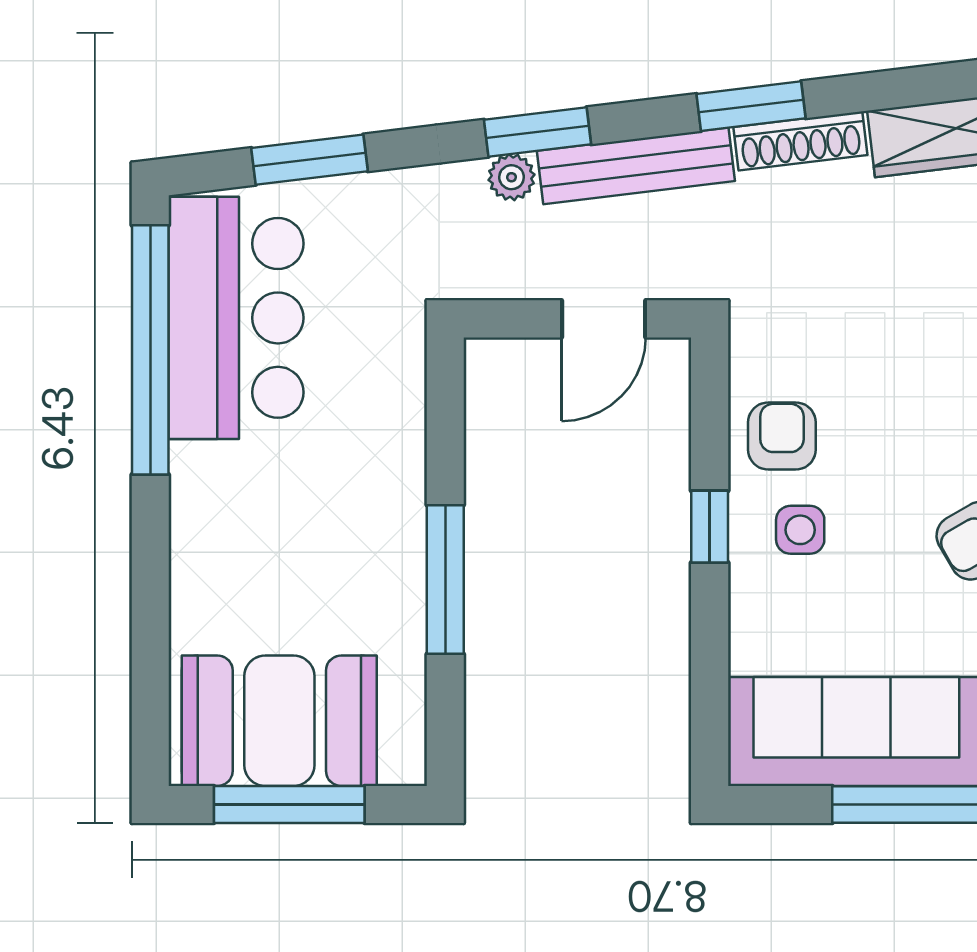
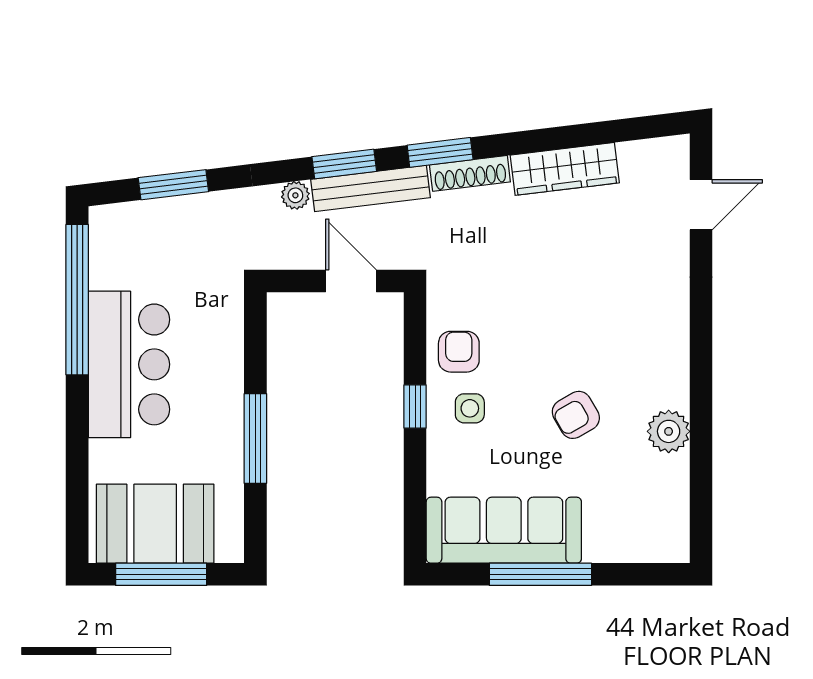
window: (537, 132) -> (344, 164), moved
bar counter: (236, 318) -> (129, 364), moved
door: (604, 319) -> (351, 281), swing flipped

